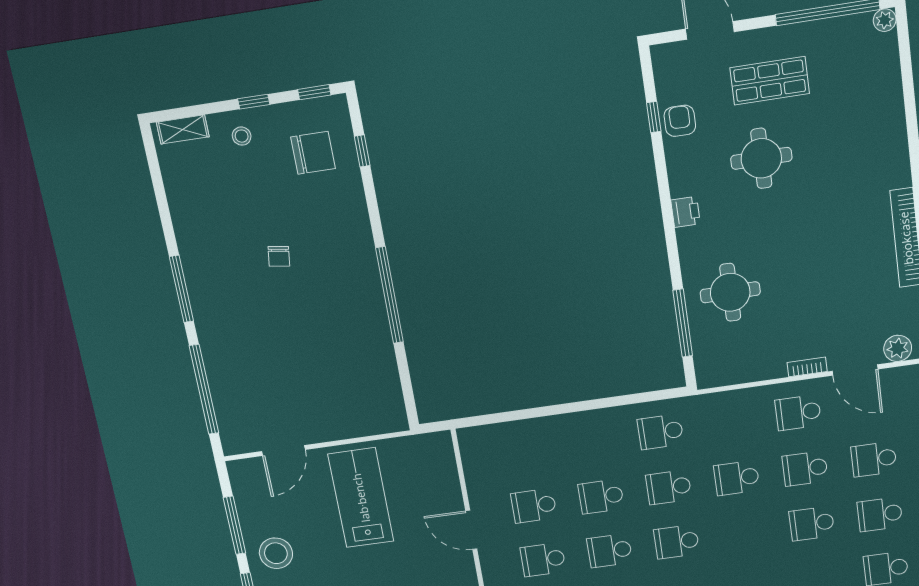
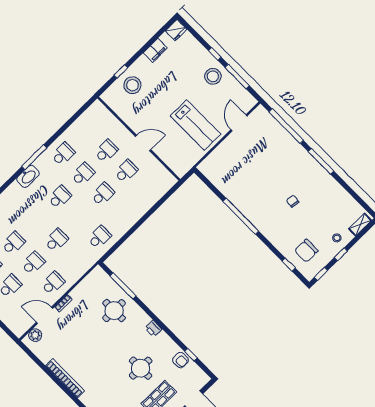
school desk: (669, 487) -> (80, 217), removed

